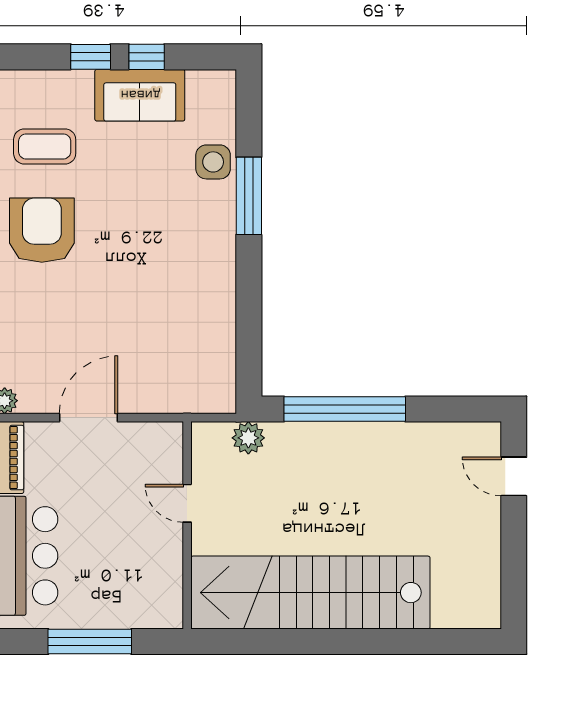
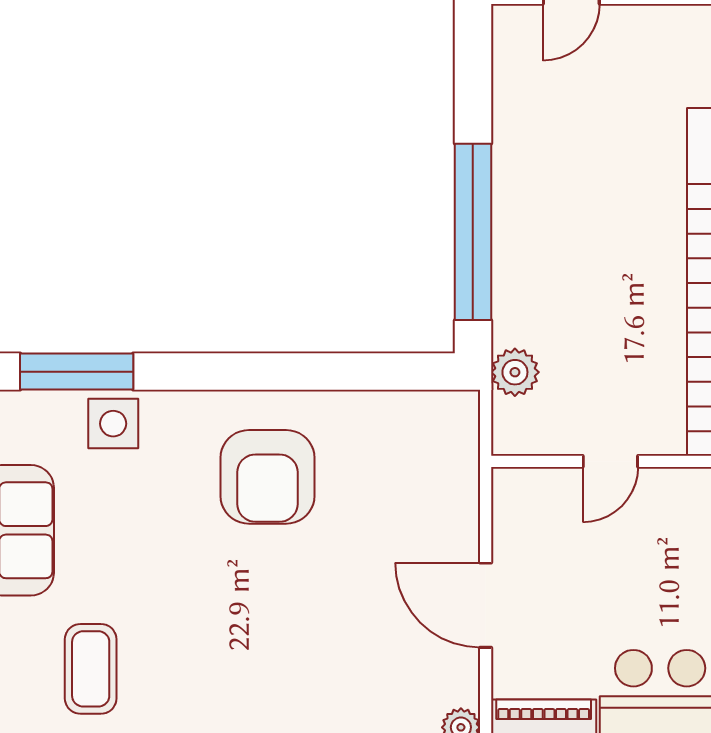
window: (249, 196) -> (77, 372), moved
armchair: (42, 230) -> (267, 477), moved, turned -90

